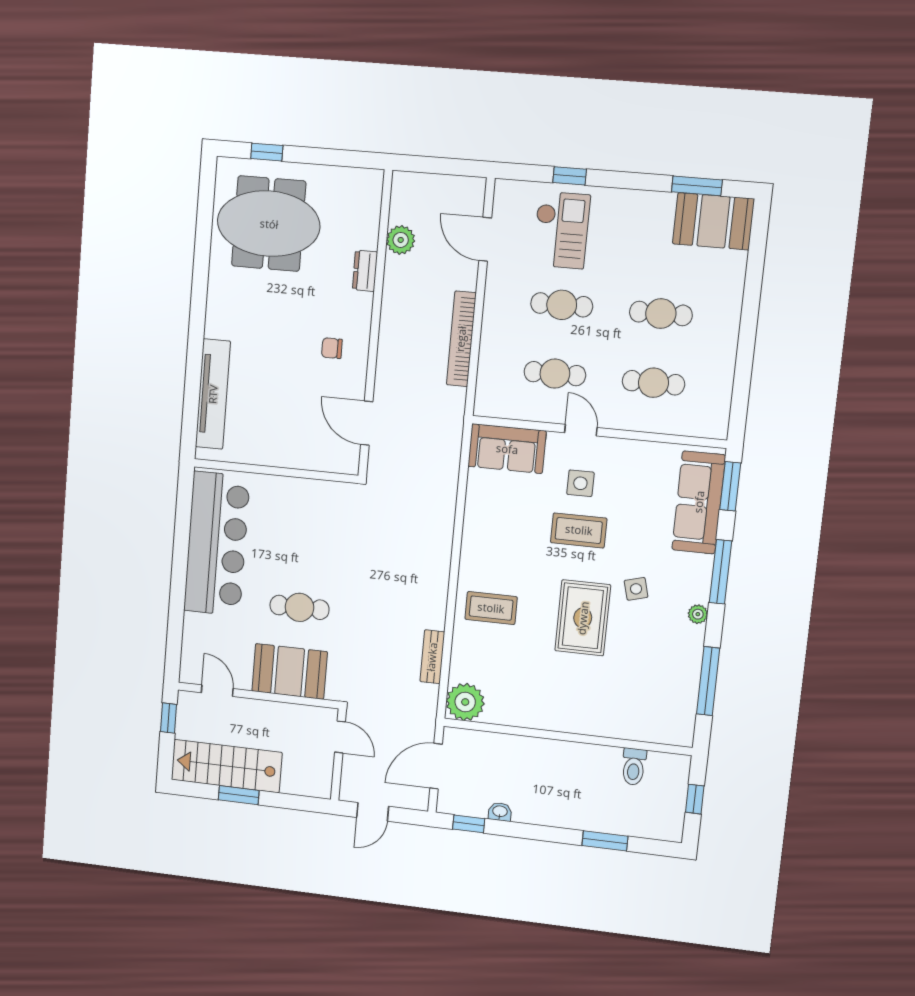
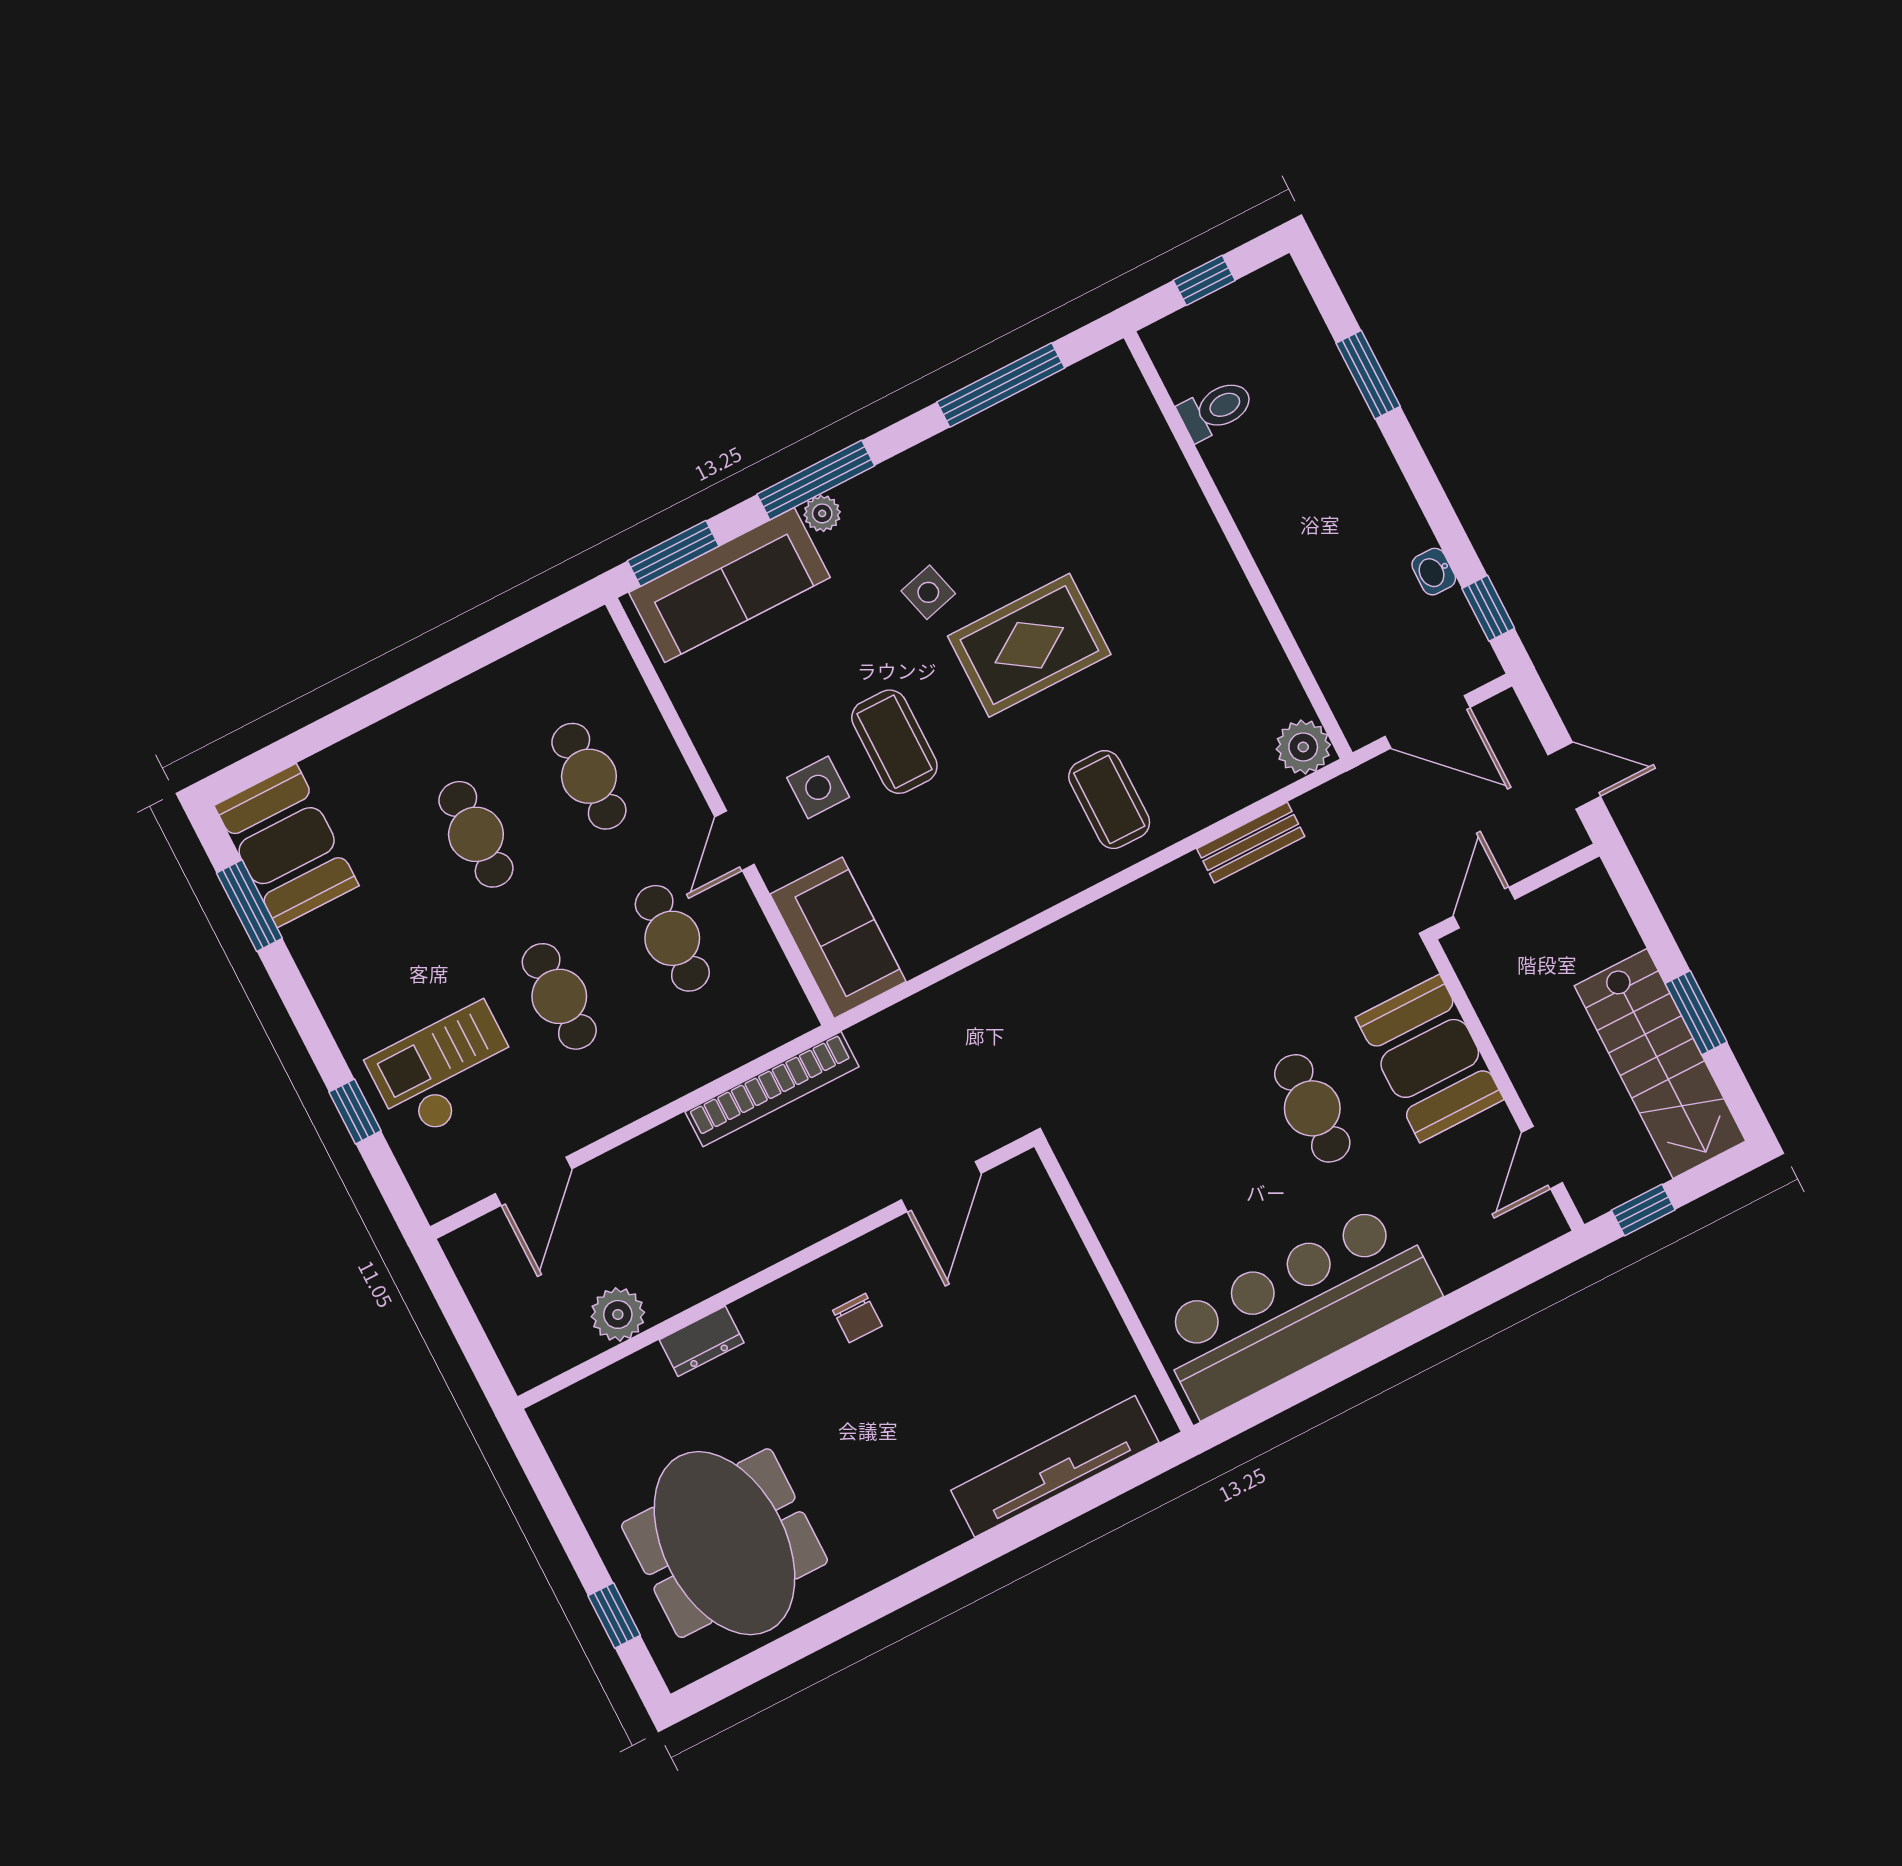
bookcase: (461, 339) -> (772, 1089), moved
plant: (698, 614) -> (822, 513), moved
plant: (465, 702) -> (1303, 747), width x0.73, depth x0.73

